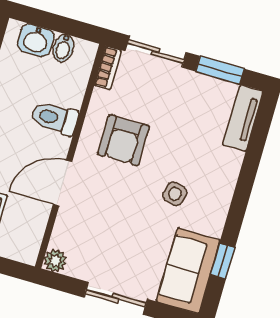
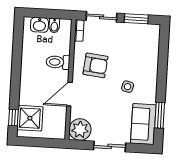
tv unit: (243, 118) -> (153, 40), removed
armchair: (124, 140) -> (95, 65), turned -84
plant: (55, 261) -> (80, 130), width x1.87, depth x1.87
window: (223, 261) -> (160, 115), width x1.50

